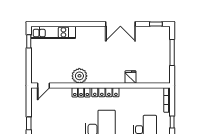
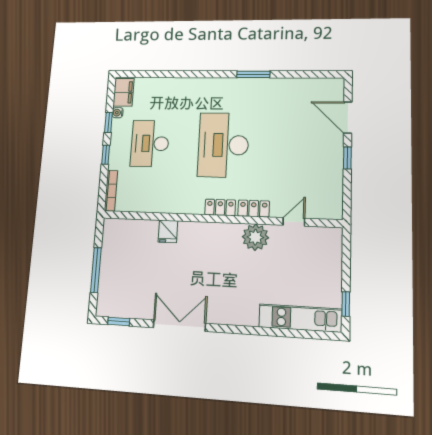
door: (43, 86) -> (294, 222), moved
locker: (105, 92) -> (220, 207), width x0.66

